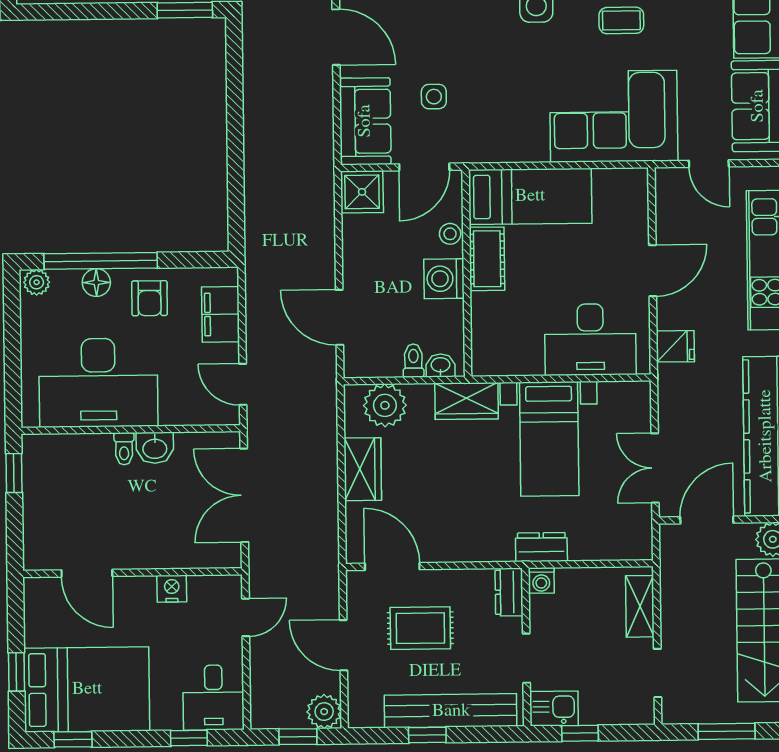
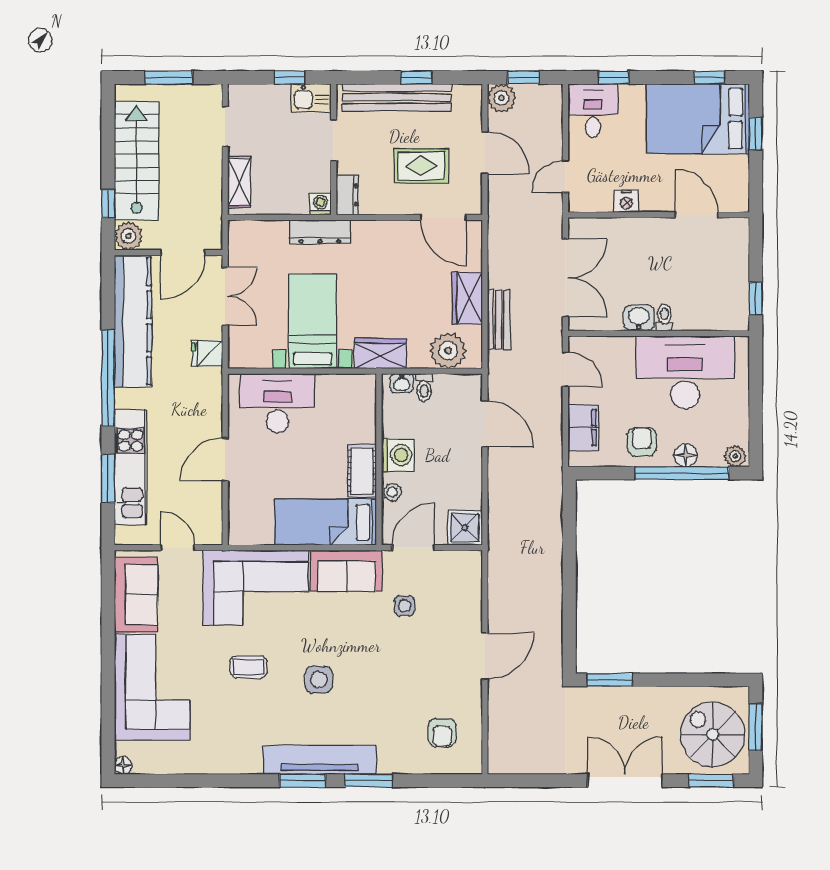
door: (336, 37) -> (485, 656), swing flipped
sofa: (365, 121) -> (346, 571), moved, turned -90
fridge: (675, 346) -> (207, 353), moved
bench: (324, 444) -> (499, 320), added
dresser: (541, 547) -> (320, 232), width x1.44

